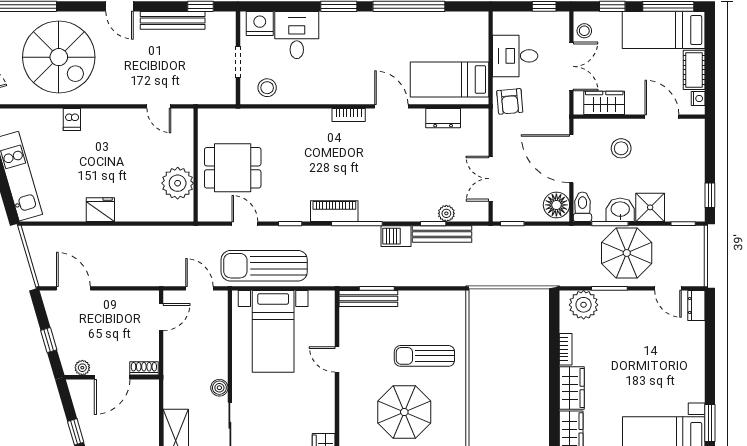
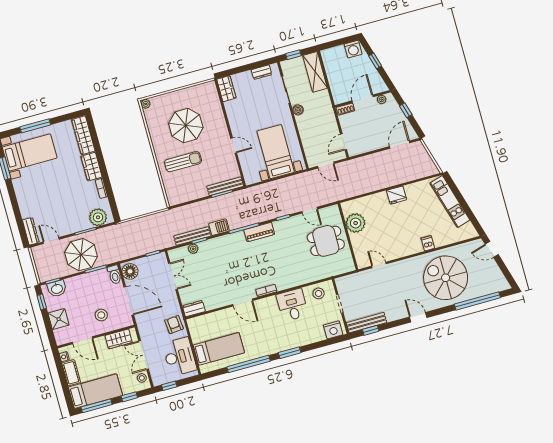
bench: (173, 20) -> (367, 323), moved
desk: (297, 35) -> (292, 305), moved, turned 180
desk: (515, 56) -> (180, 357), width x1.37
bed: (449, 79) -> (219, 349), moved
dresser: (443, 118) -> (194, 309), moved
shower: (650, 207) -> (59, 319), moved
washbasin: (620, 210) -> (57, 289), moved
sun lounger: (264, 266) -> (292, 189), removed
door: (73, 288) -> (400, 145), swing flipped
dresser: (696, 305) -> (31, 231), width x1.44

